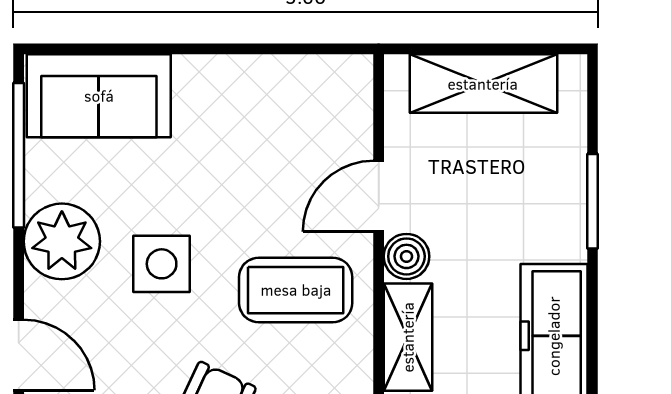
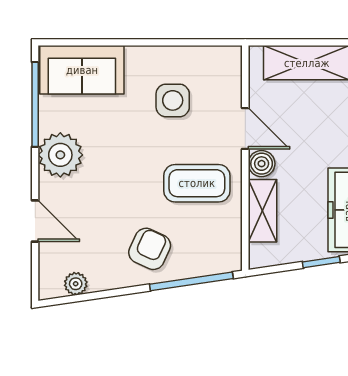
door: (379, 196) -> (245, 128), swing flipped
side table: (162, 264) -> (173, 100), moved

